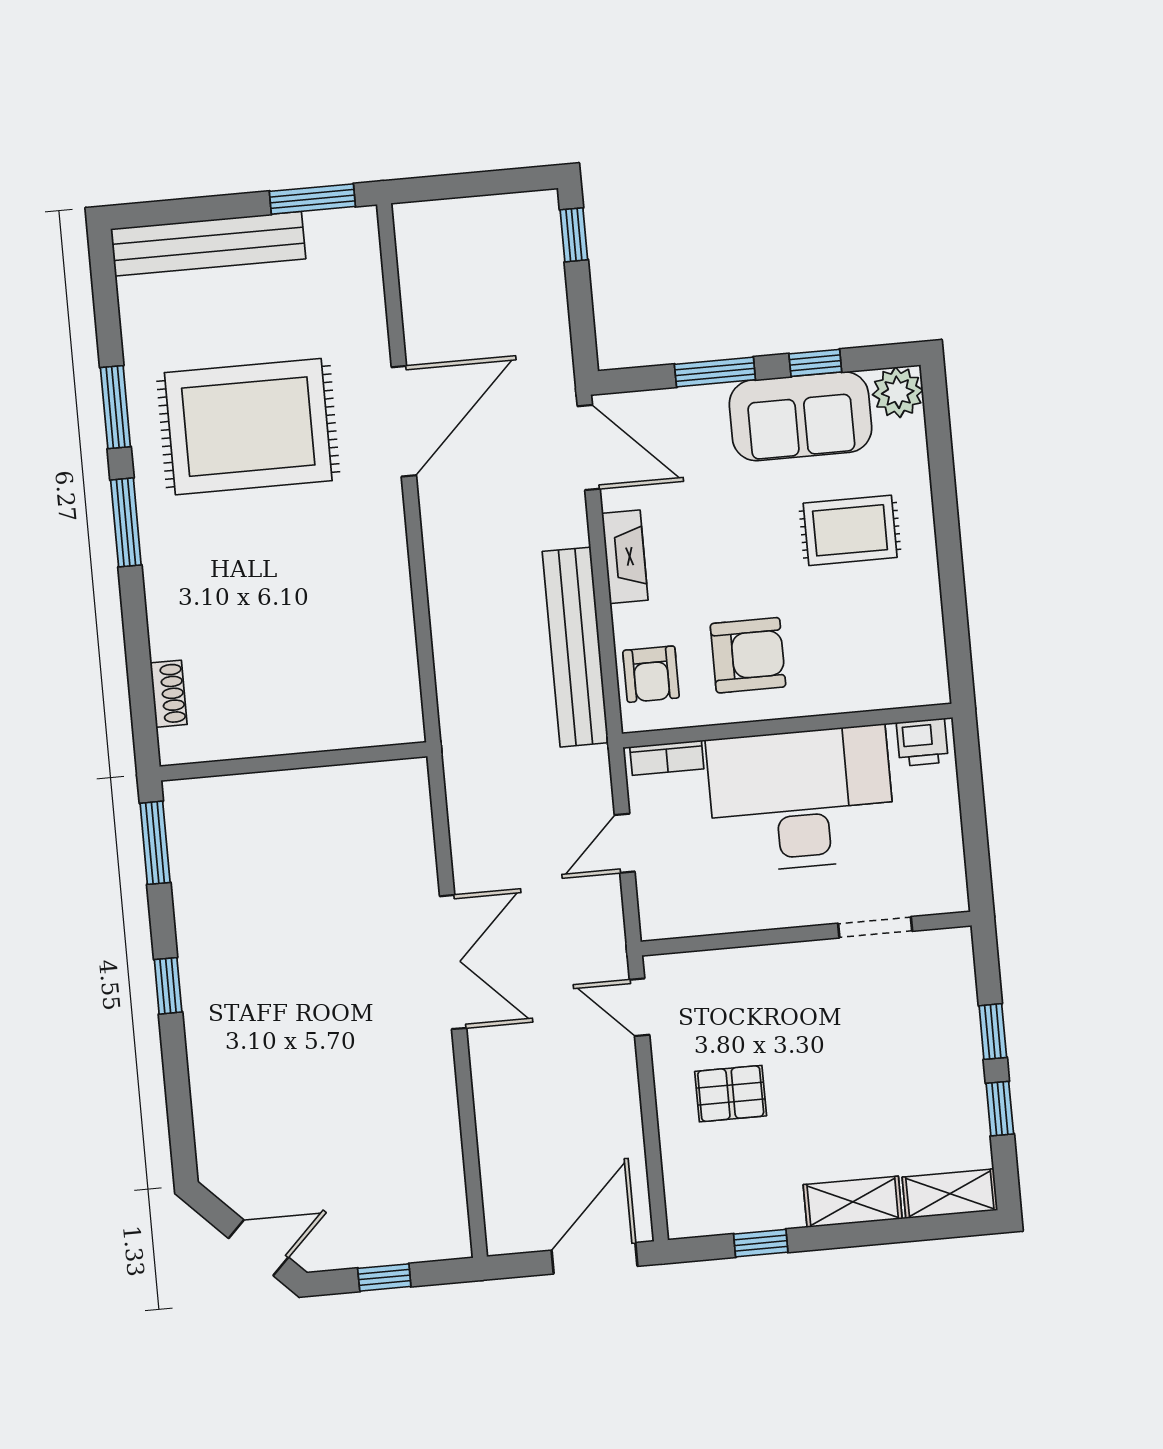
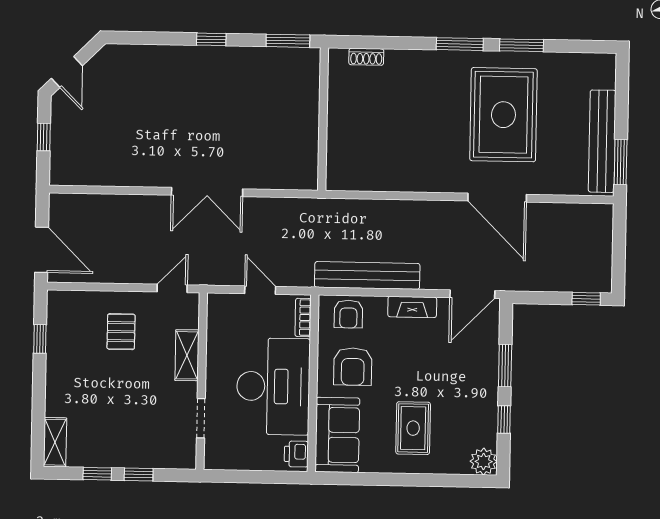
bench: (208, 244) -> (602, 141), moved
sofa: (800, 416) -> (337, 435), moved, turned 180
armchair: (651, 674) -> (348, 314), turned -90
shelving: (853, 1202) -> (187, 355), moved

